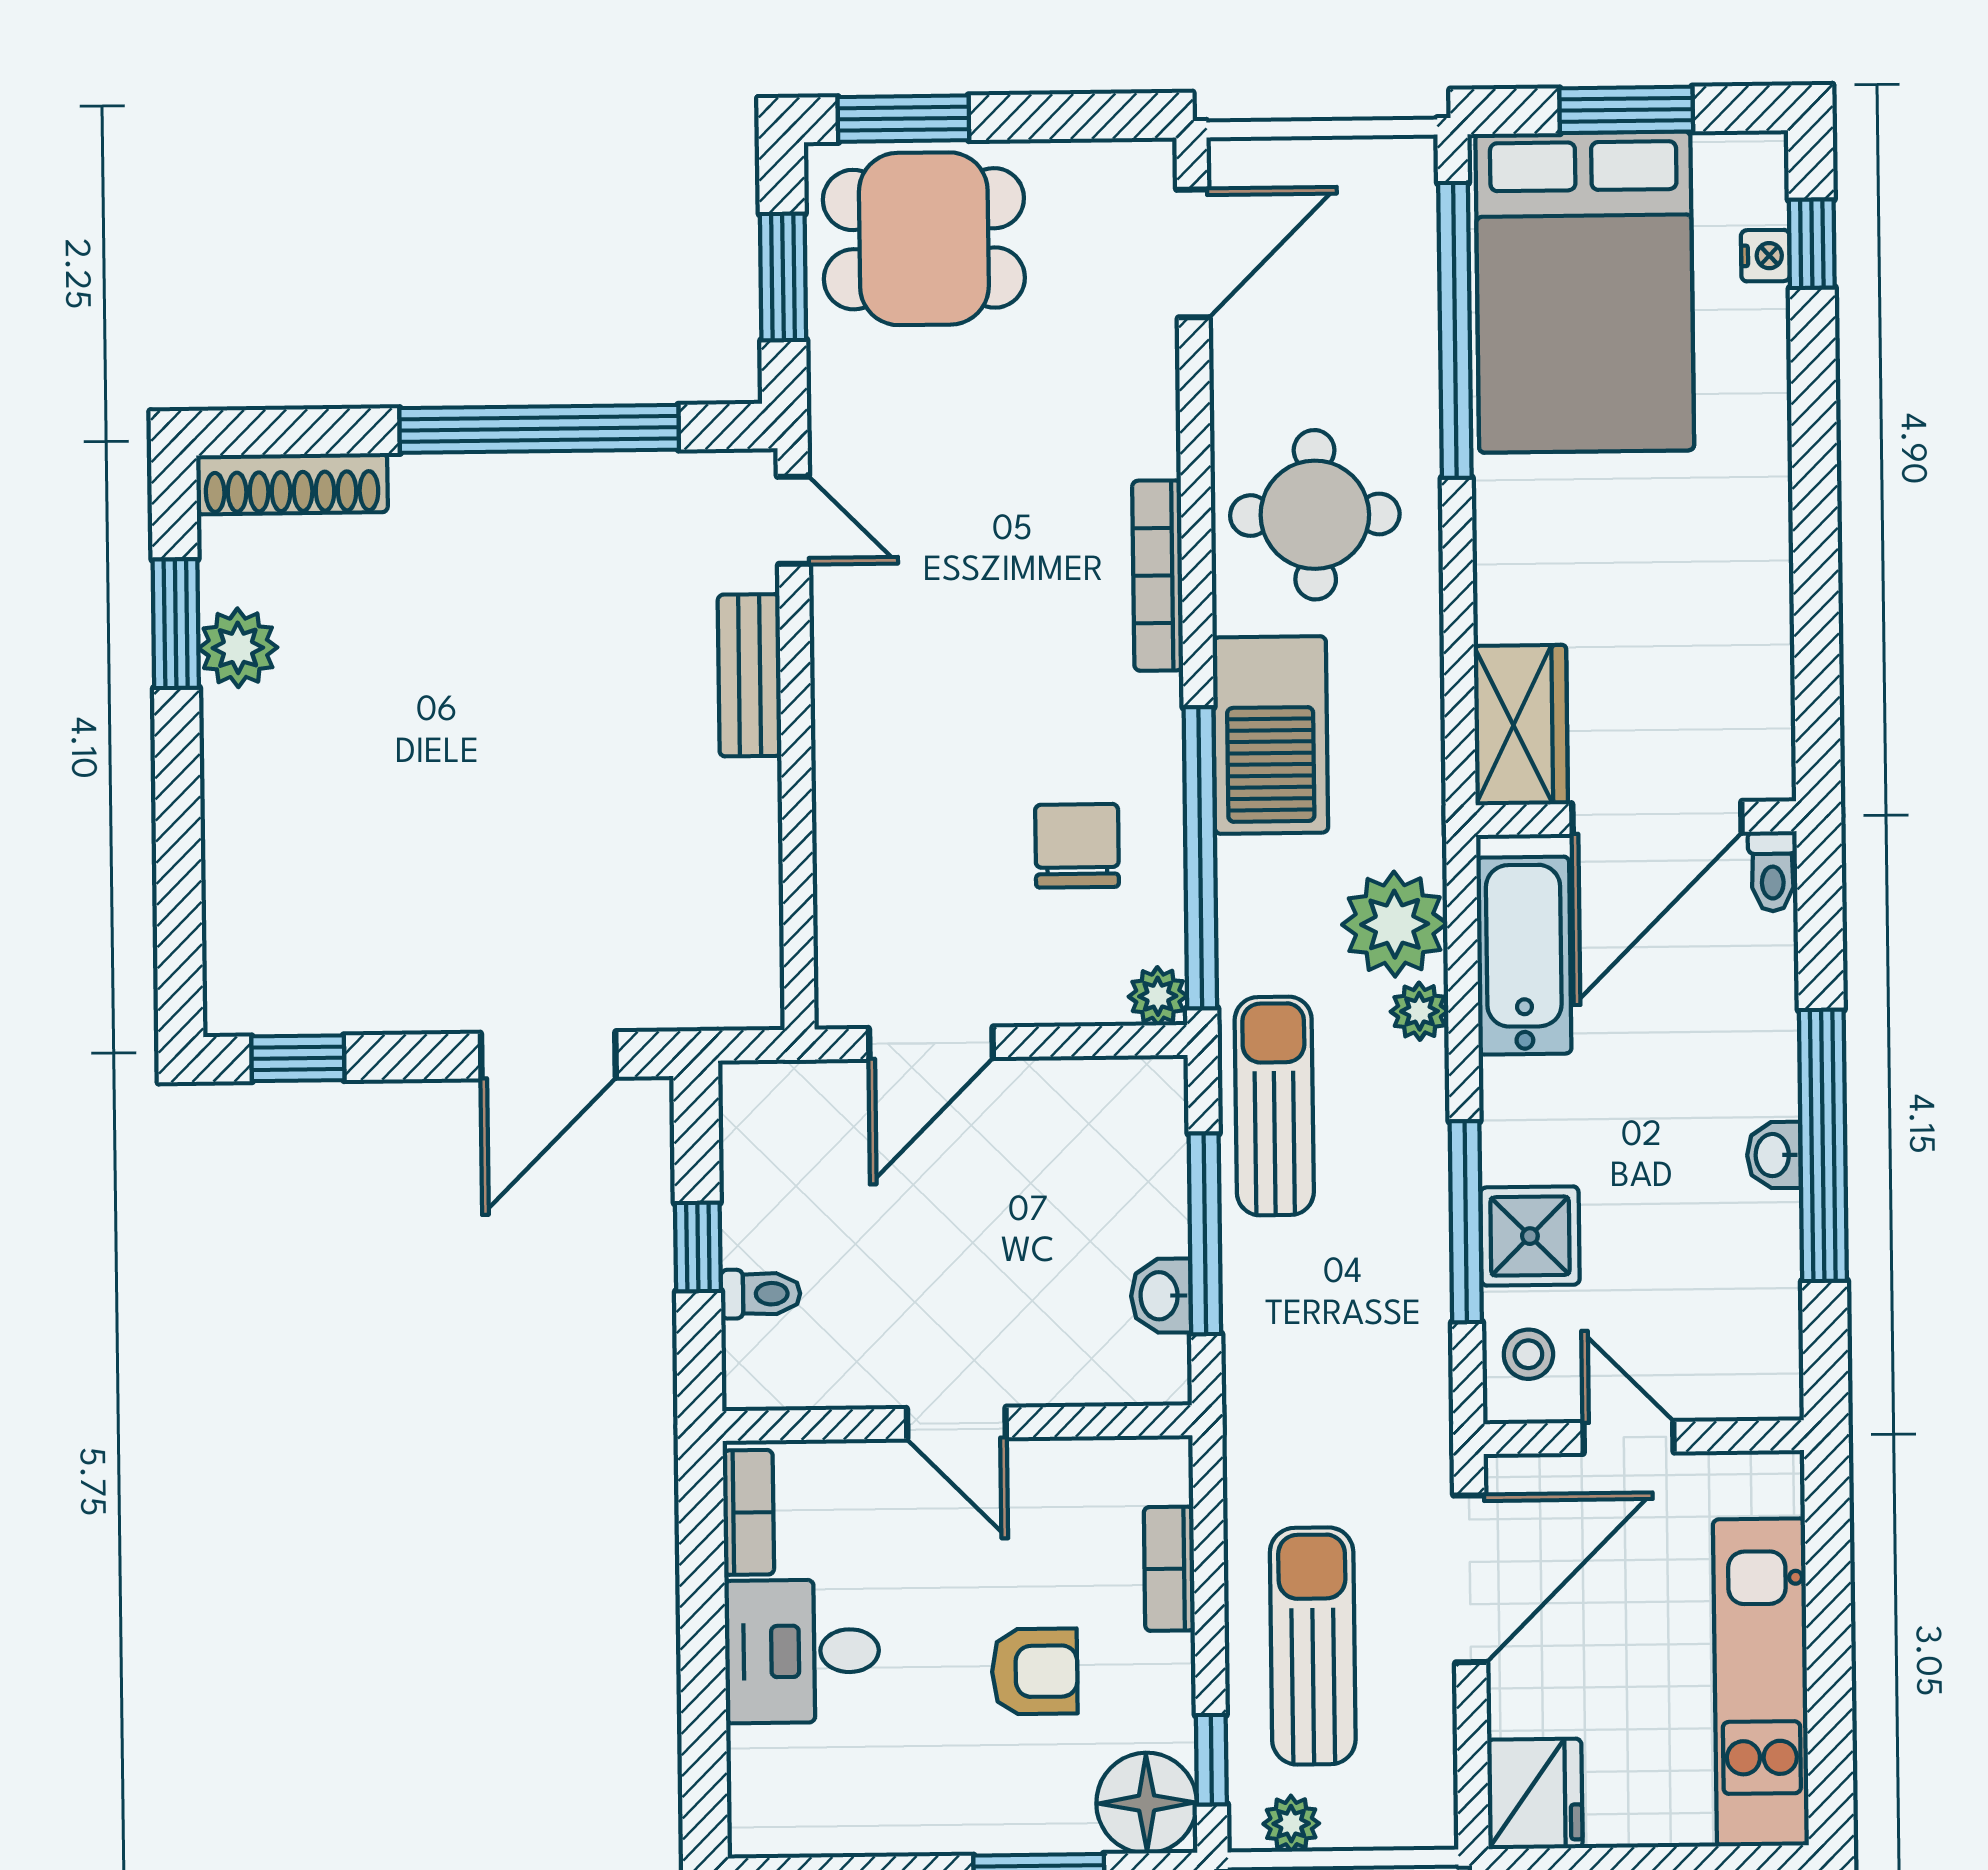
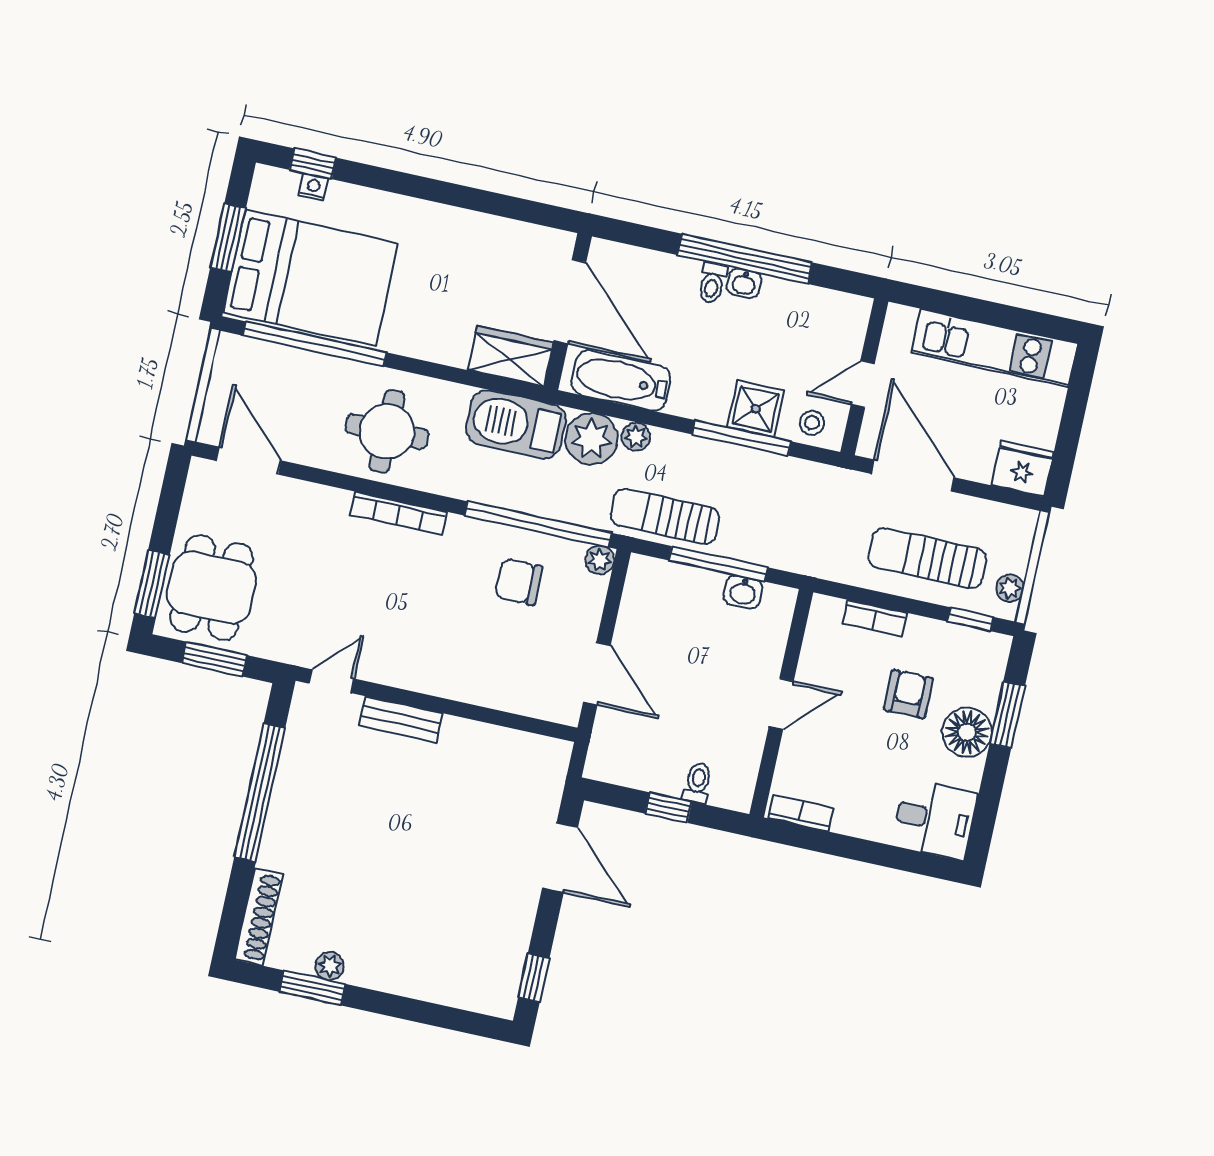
plant: (238, 648) -> (330, 966), width x0.73, depth x0.73
barbecue: (1270, 735) -> (516, 424), moved, turned 180
toilet: (1773, 871) -> (712, 283), moved, turned 90
desk: (802, 1651) -> (935, 819), moved, turned -90
floor lamp: (1147, 1803) -> (967, 732), moved

